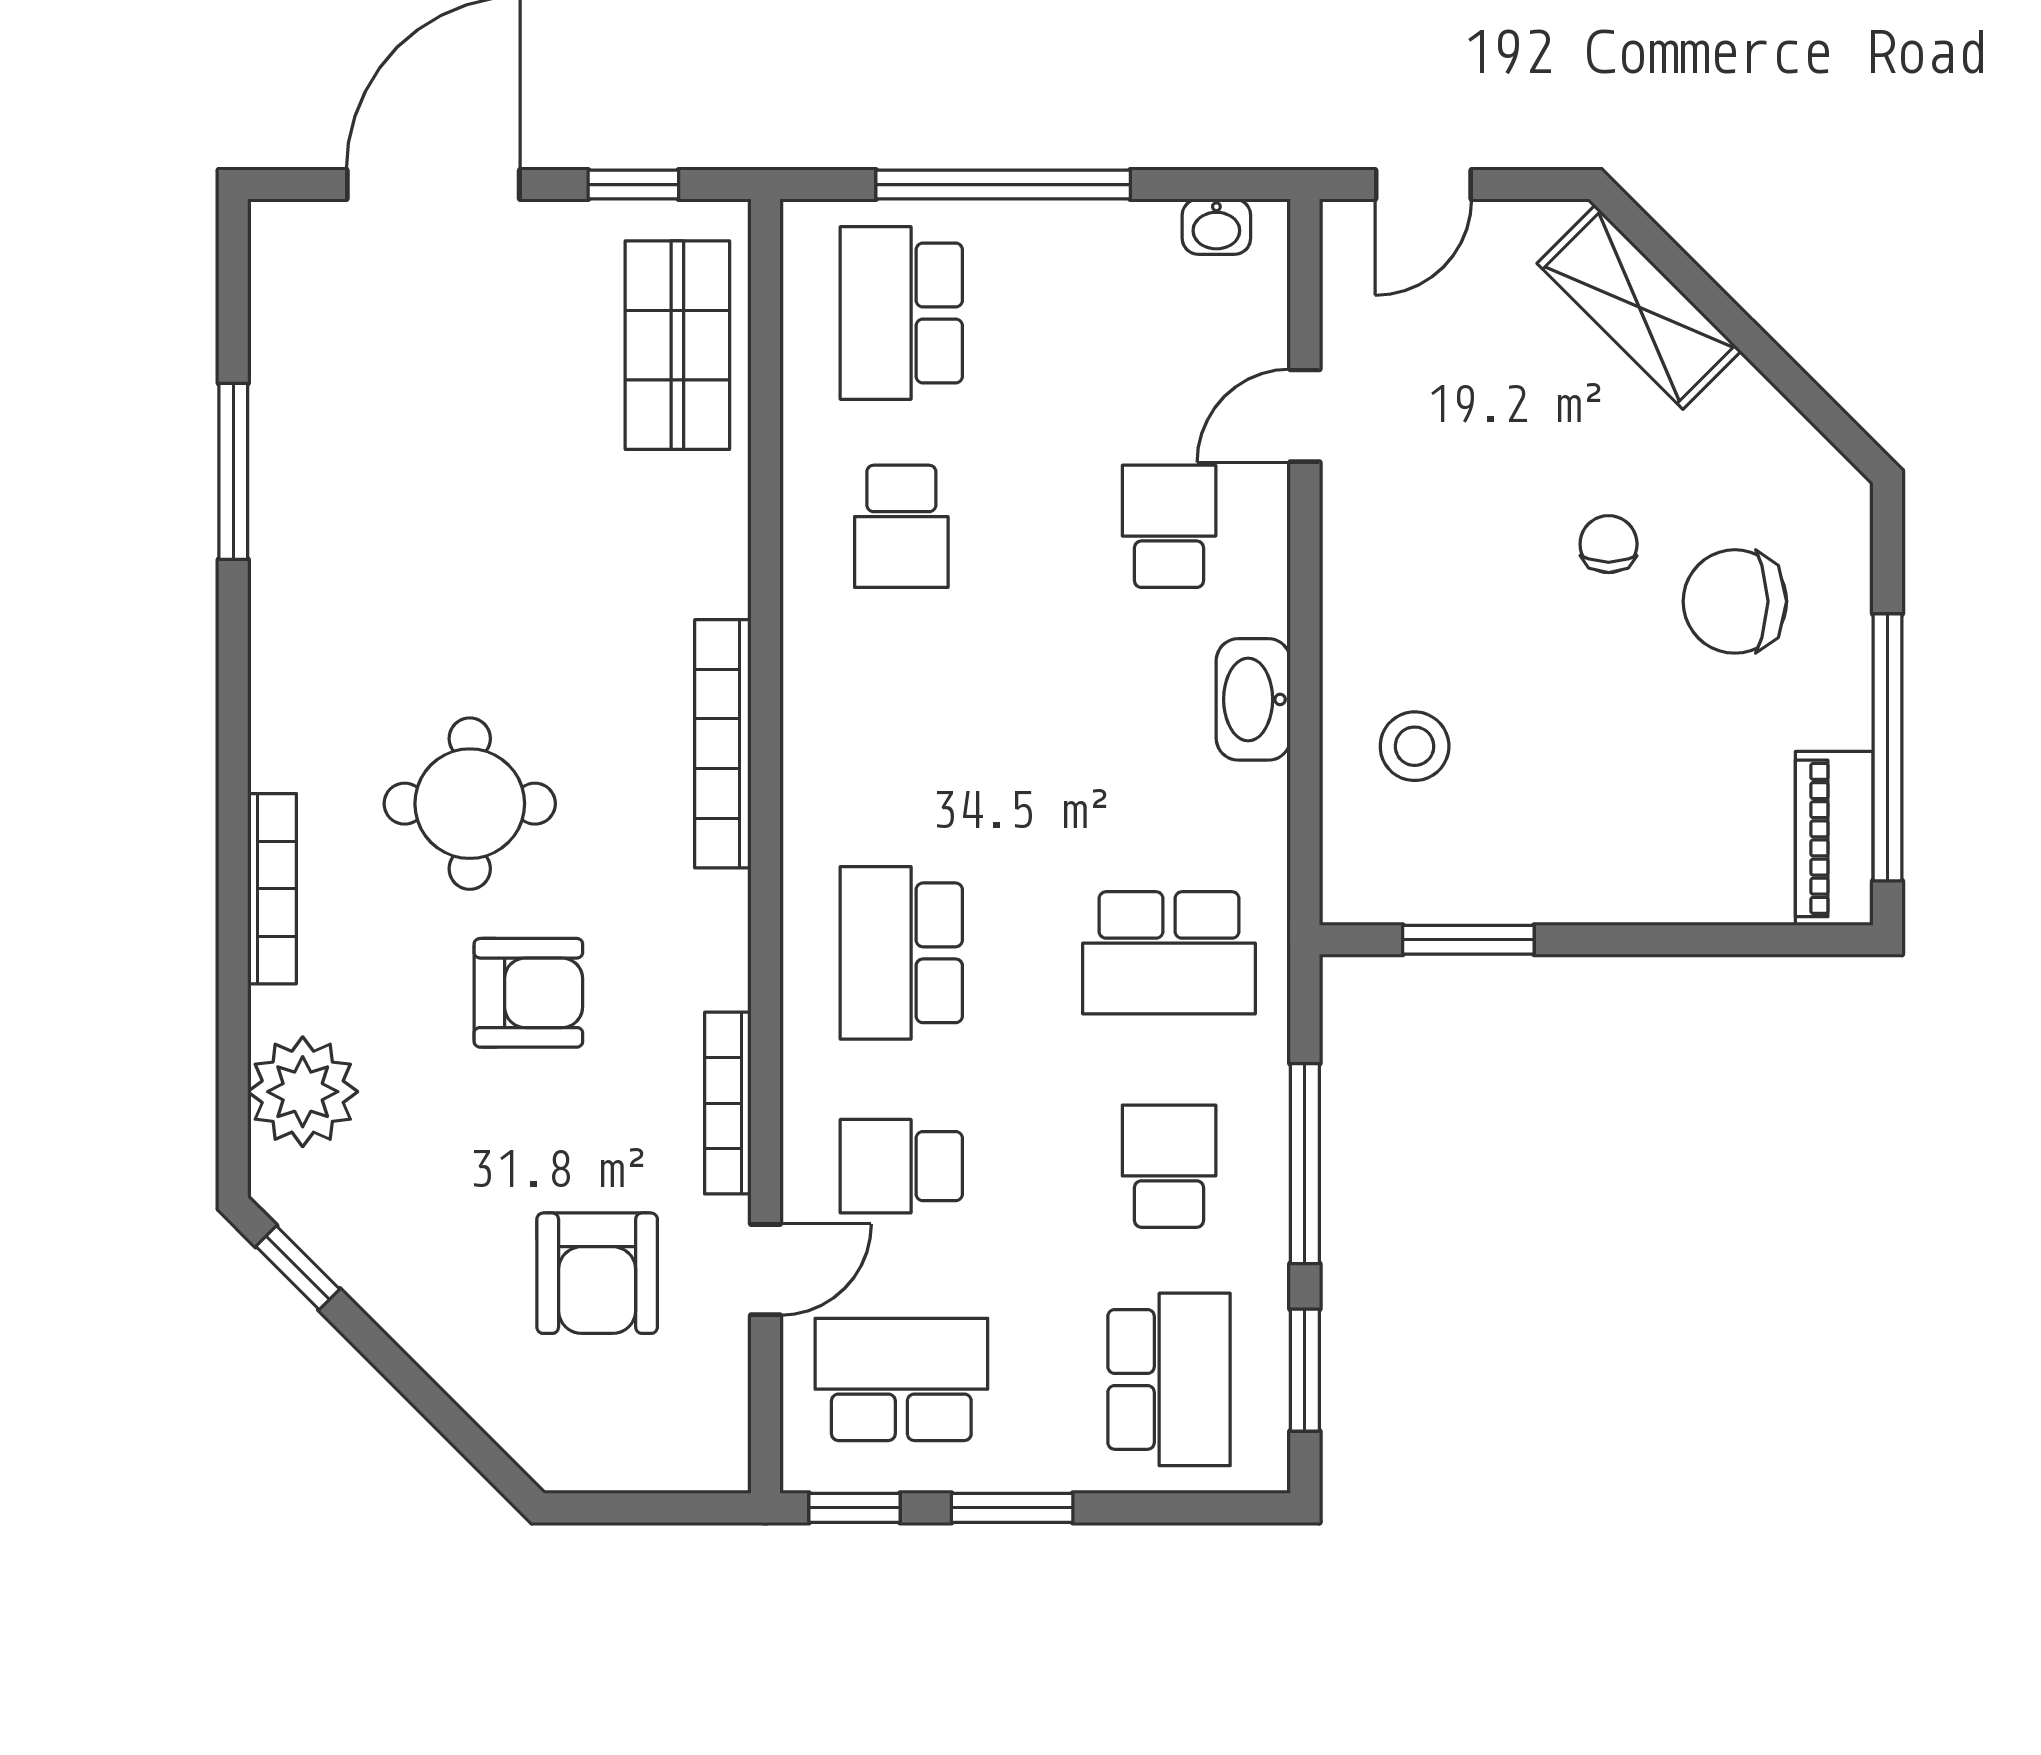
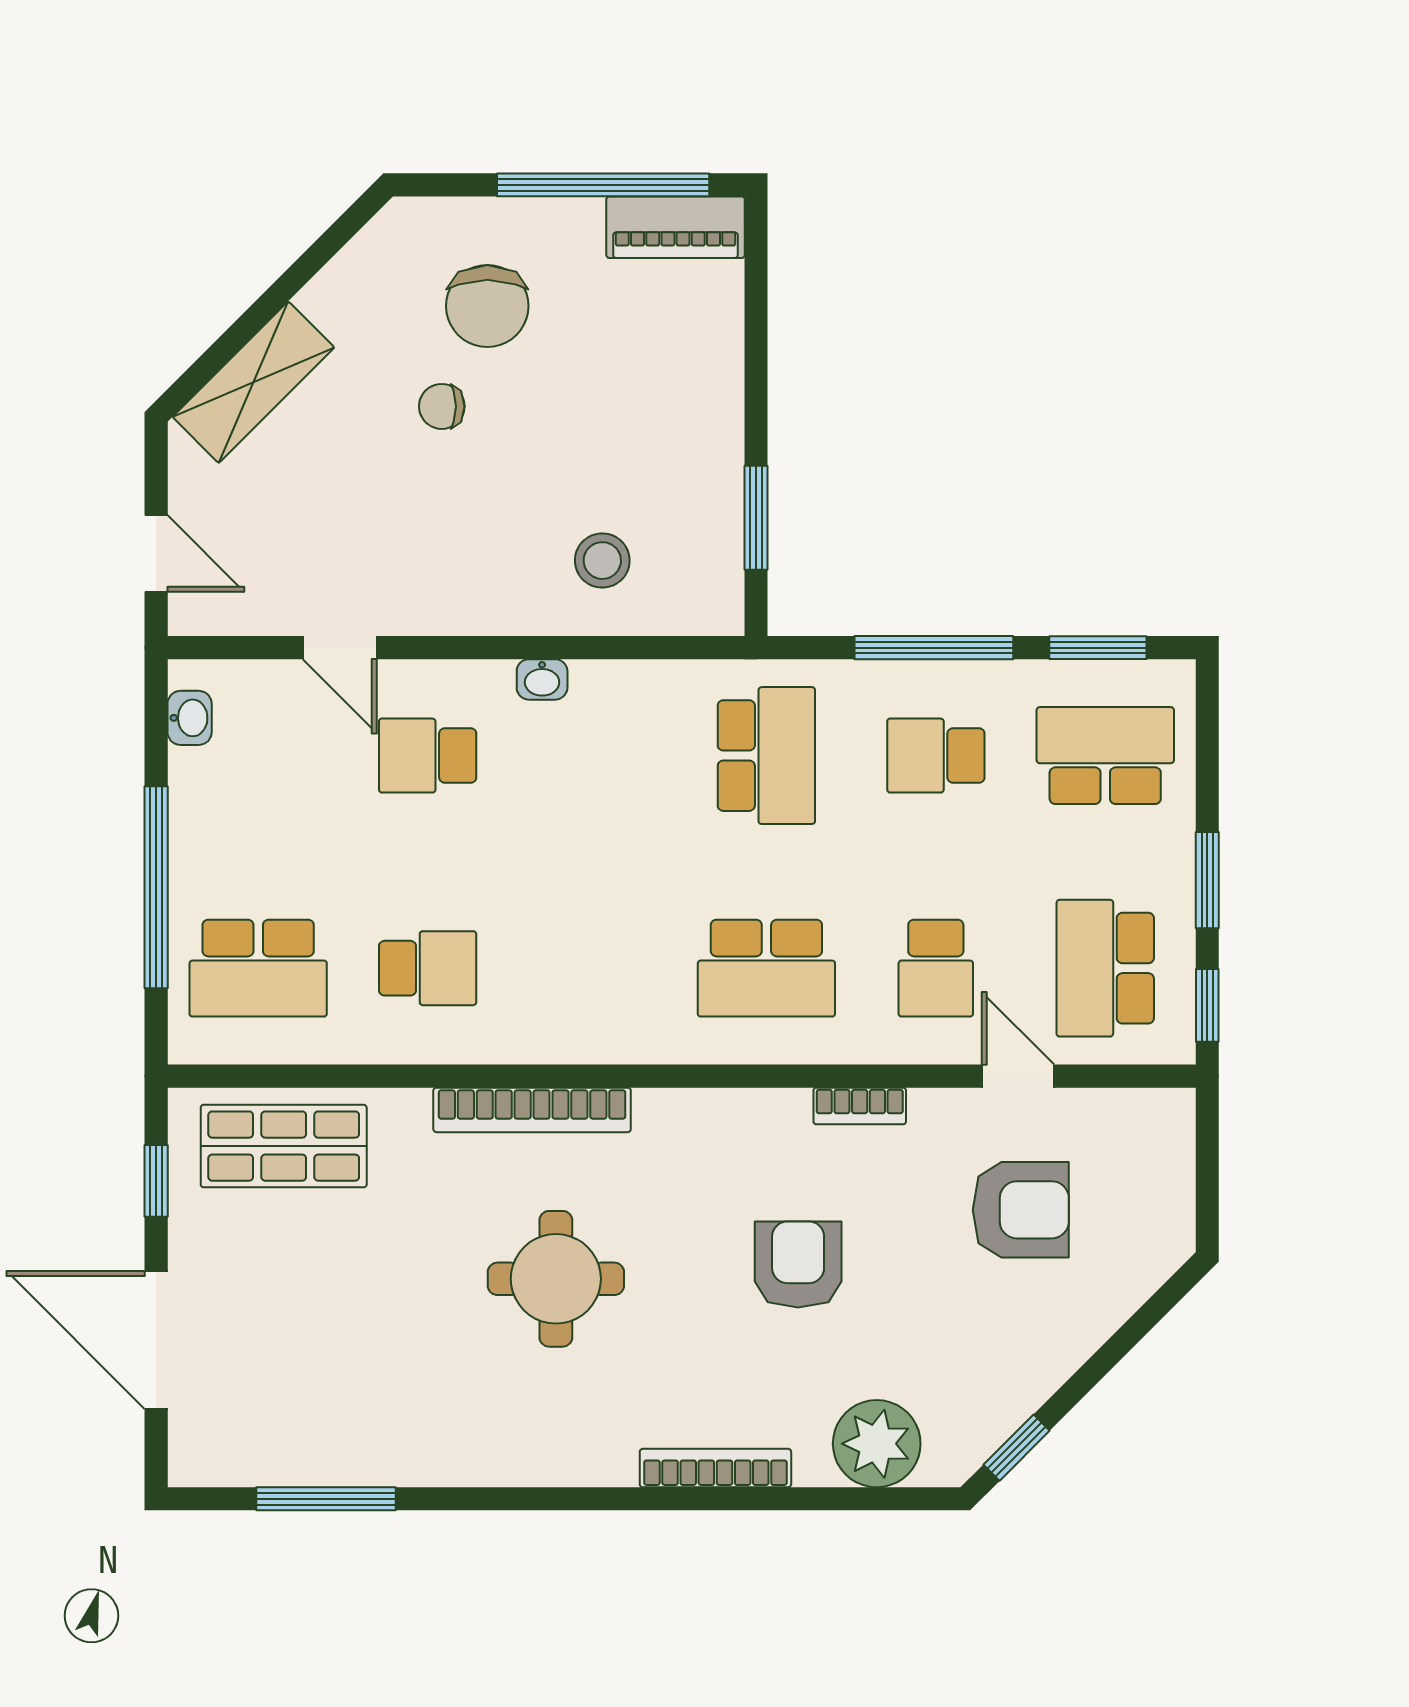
window: (233, 471) -> (326, 1499), moved
washbasin: (1253, 699) -> (542, 679), width x0.52, depth x0.69
bookcase: (723, 744) -> (532, 1110), moved
round table: (470, 804) -> (556, 1279), moved
bookcase: (728, 1103) -> (860, 1106), width x0.64

